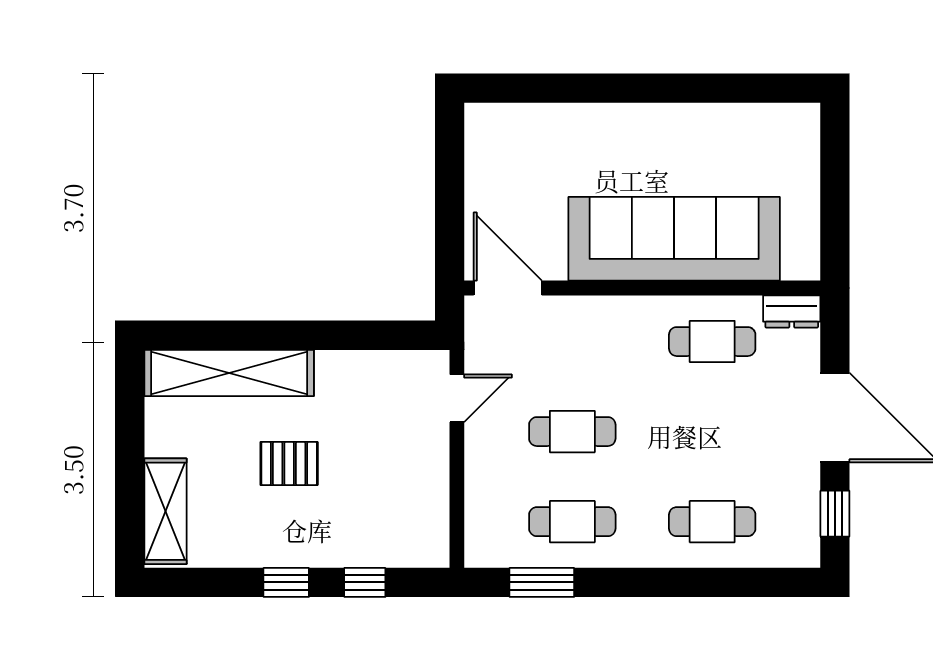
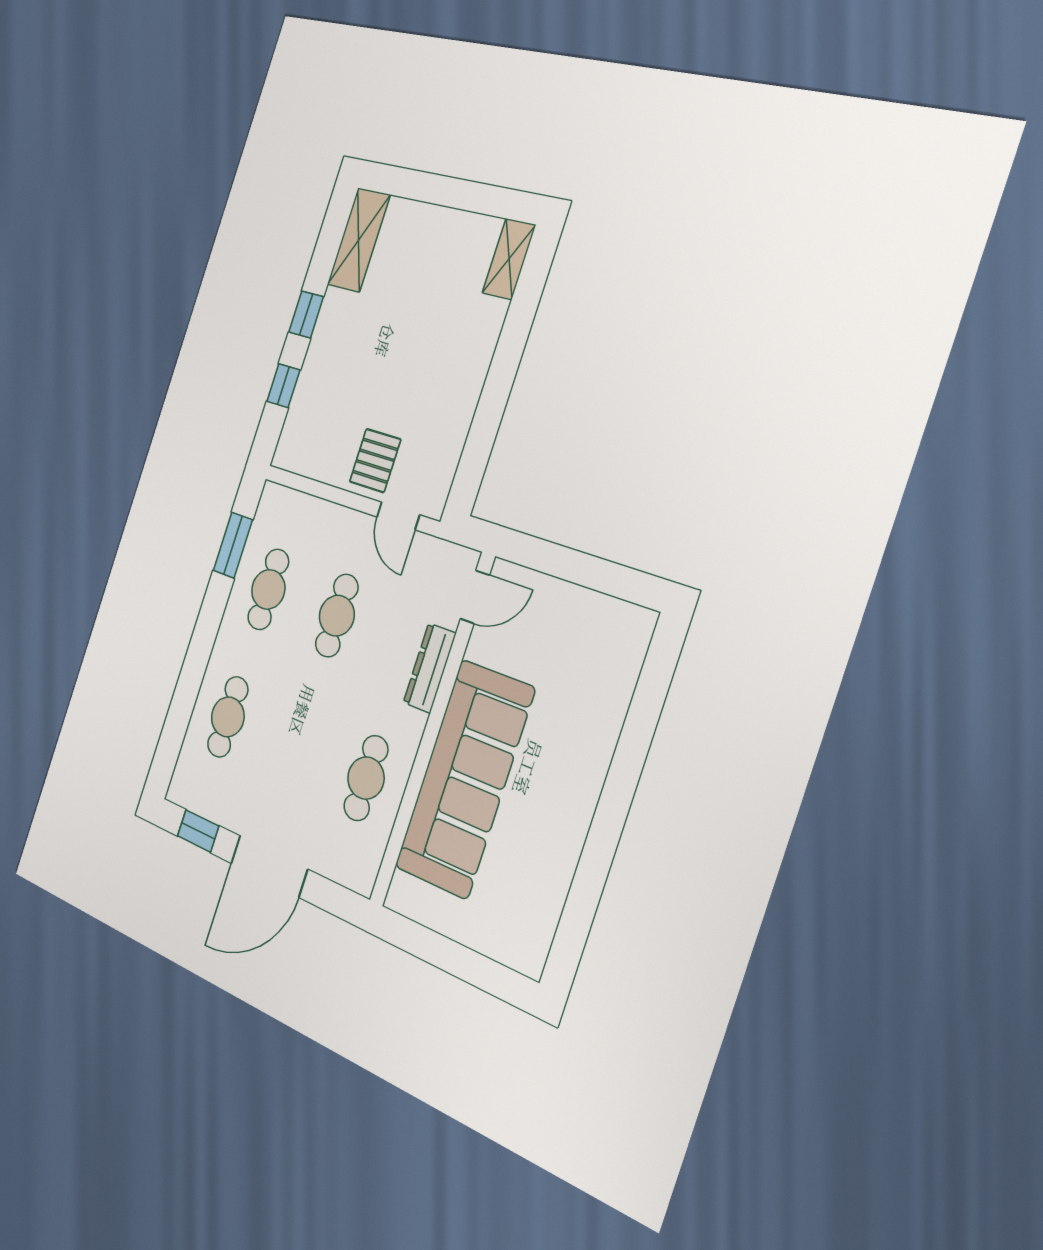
door: (508, 288) -> (475, 597), width x0.73
dresser: (792, 311) -> (430, 668), moved, width x1.44
shelving: (229, 373) -> (509, 259), width x0.45, depth x0.75
pallet: (289, 463) -> (375, 461), moved
shelving: (165, 511) -> (359, 240), moved, turned 90

